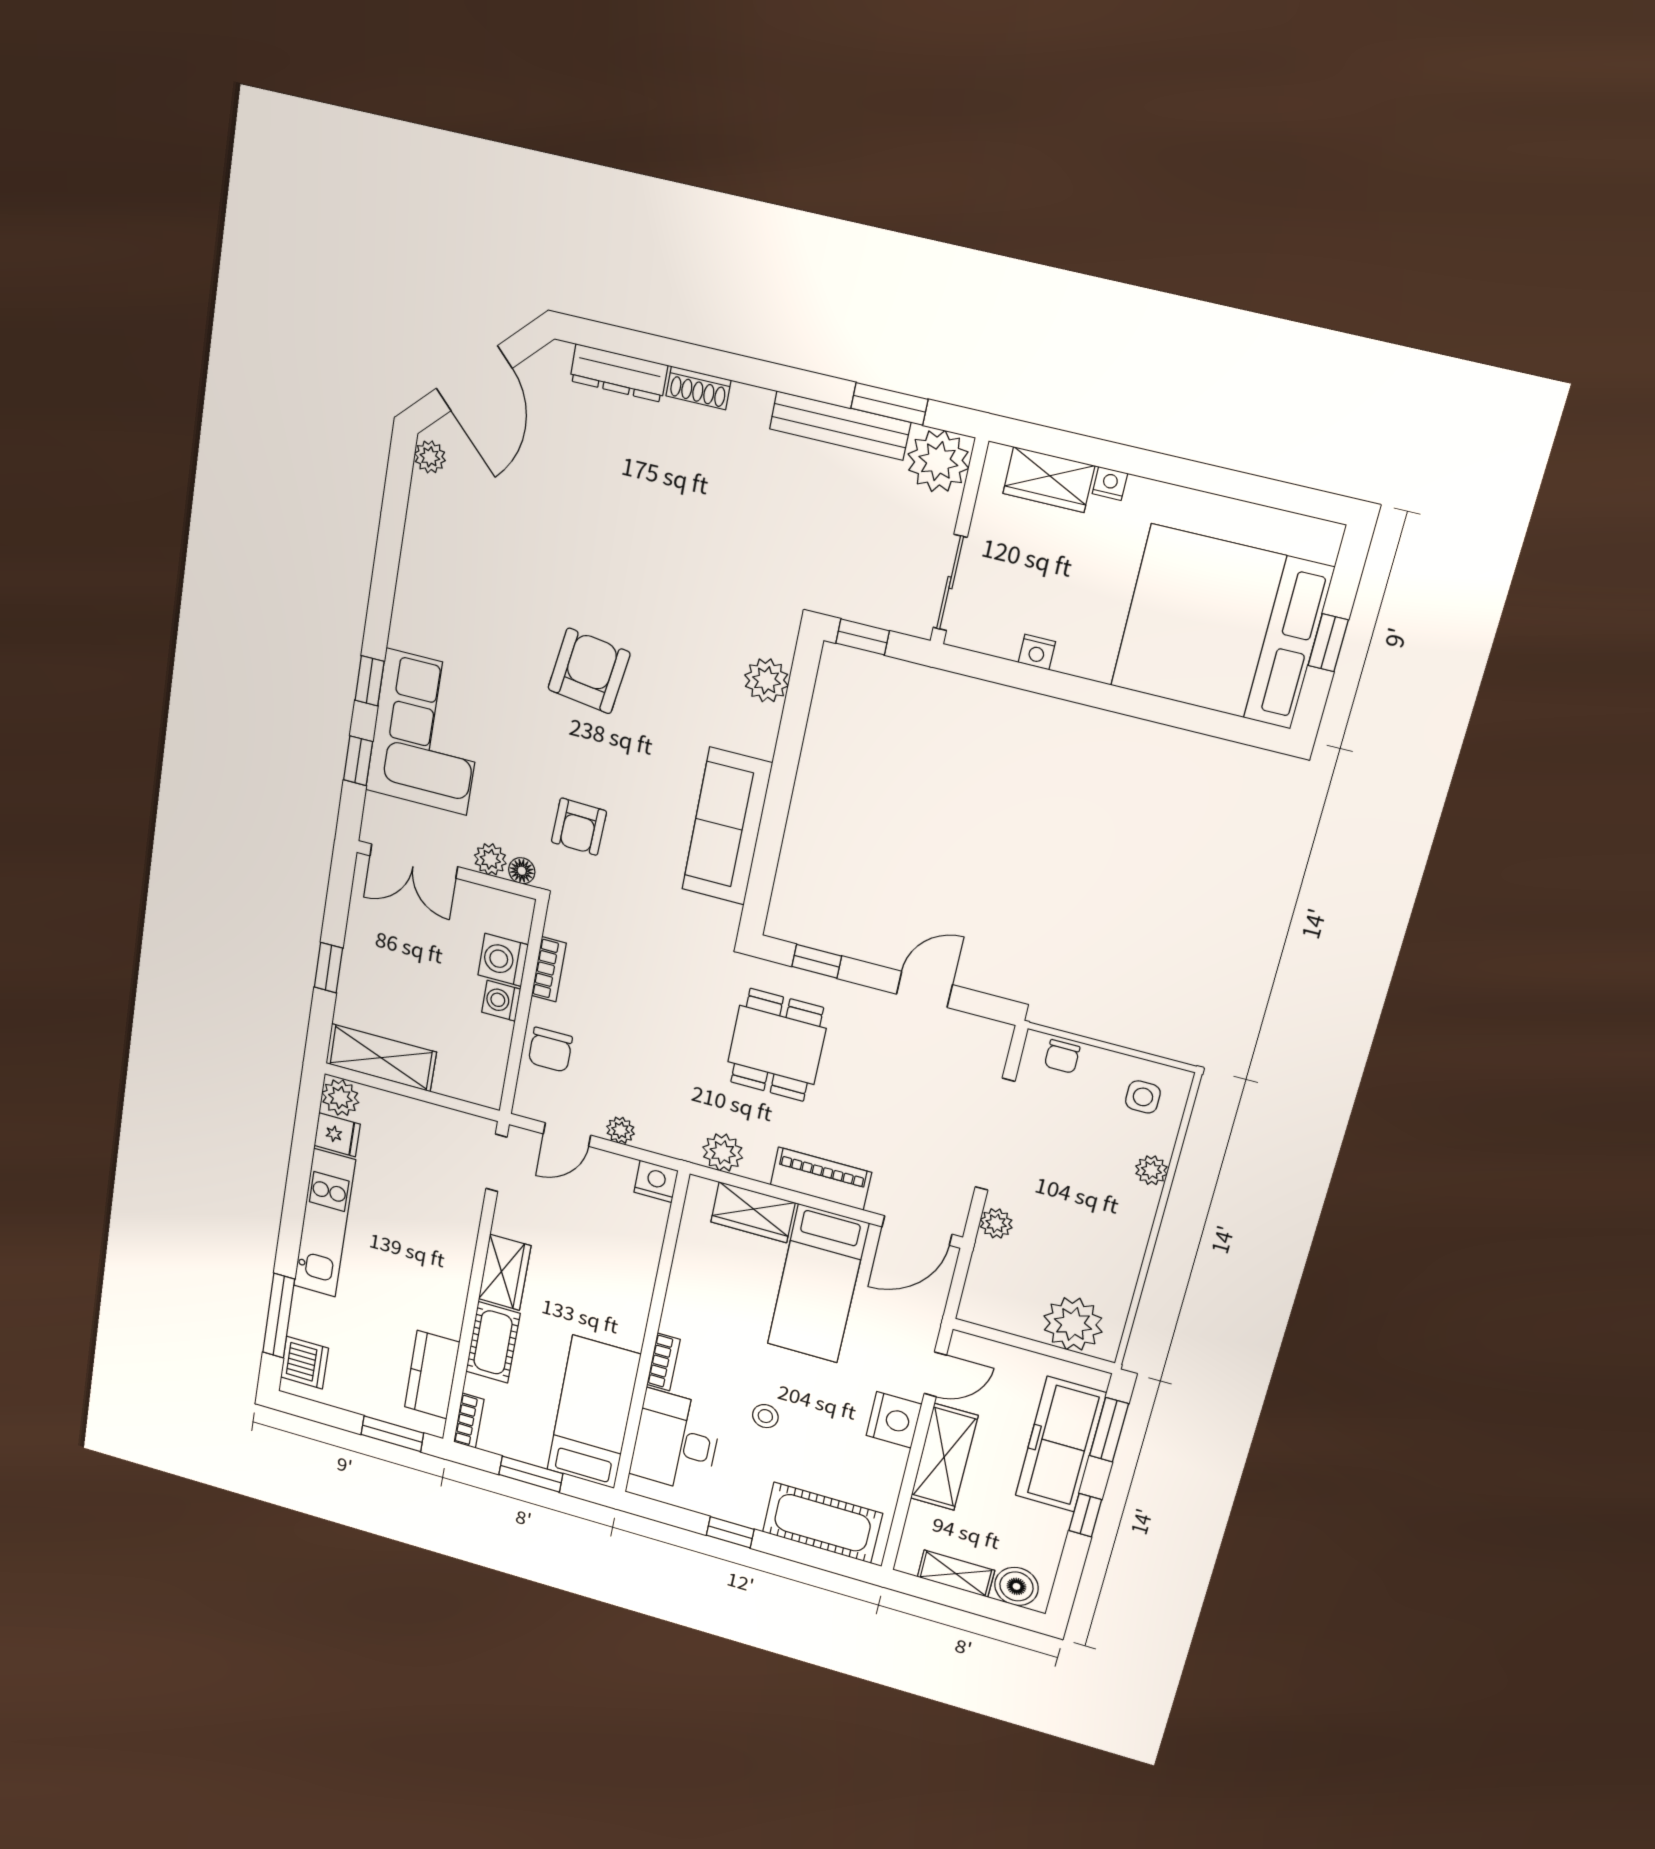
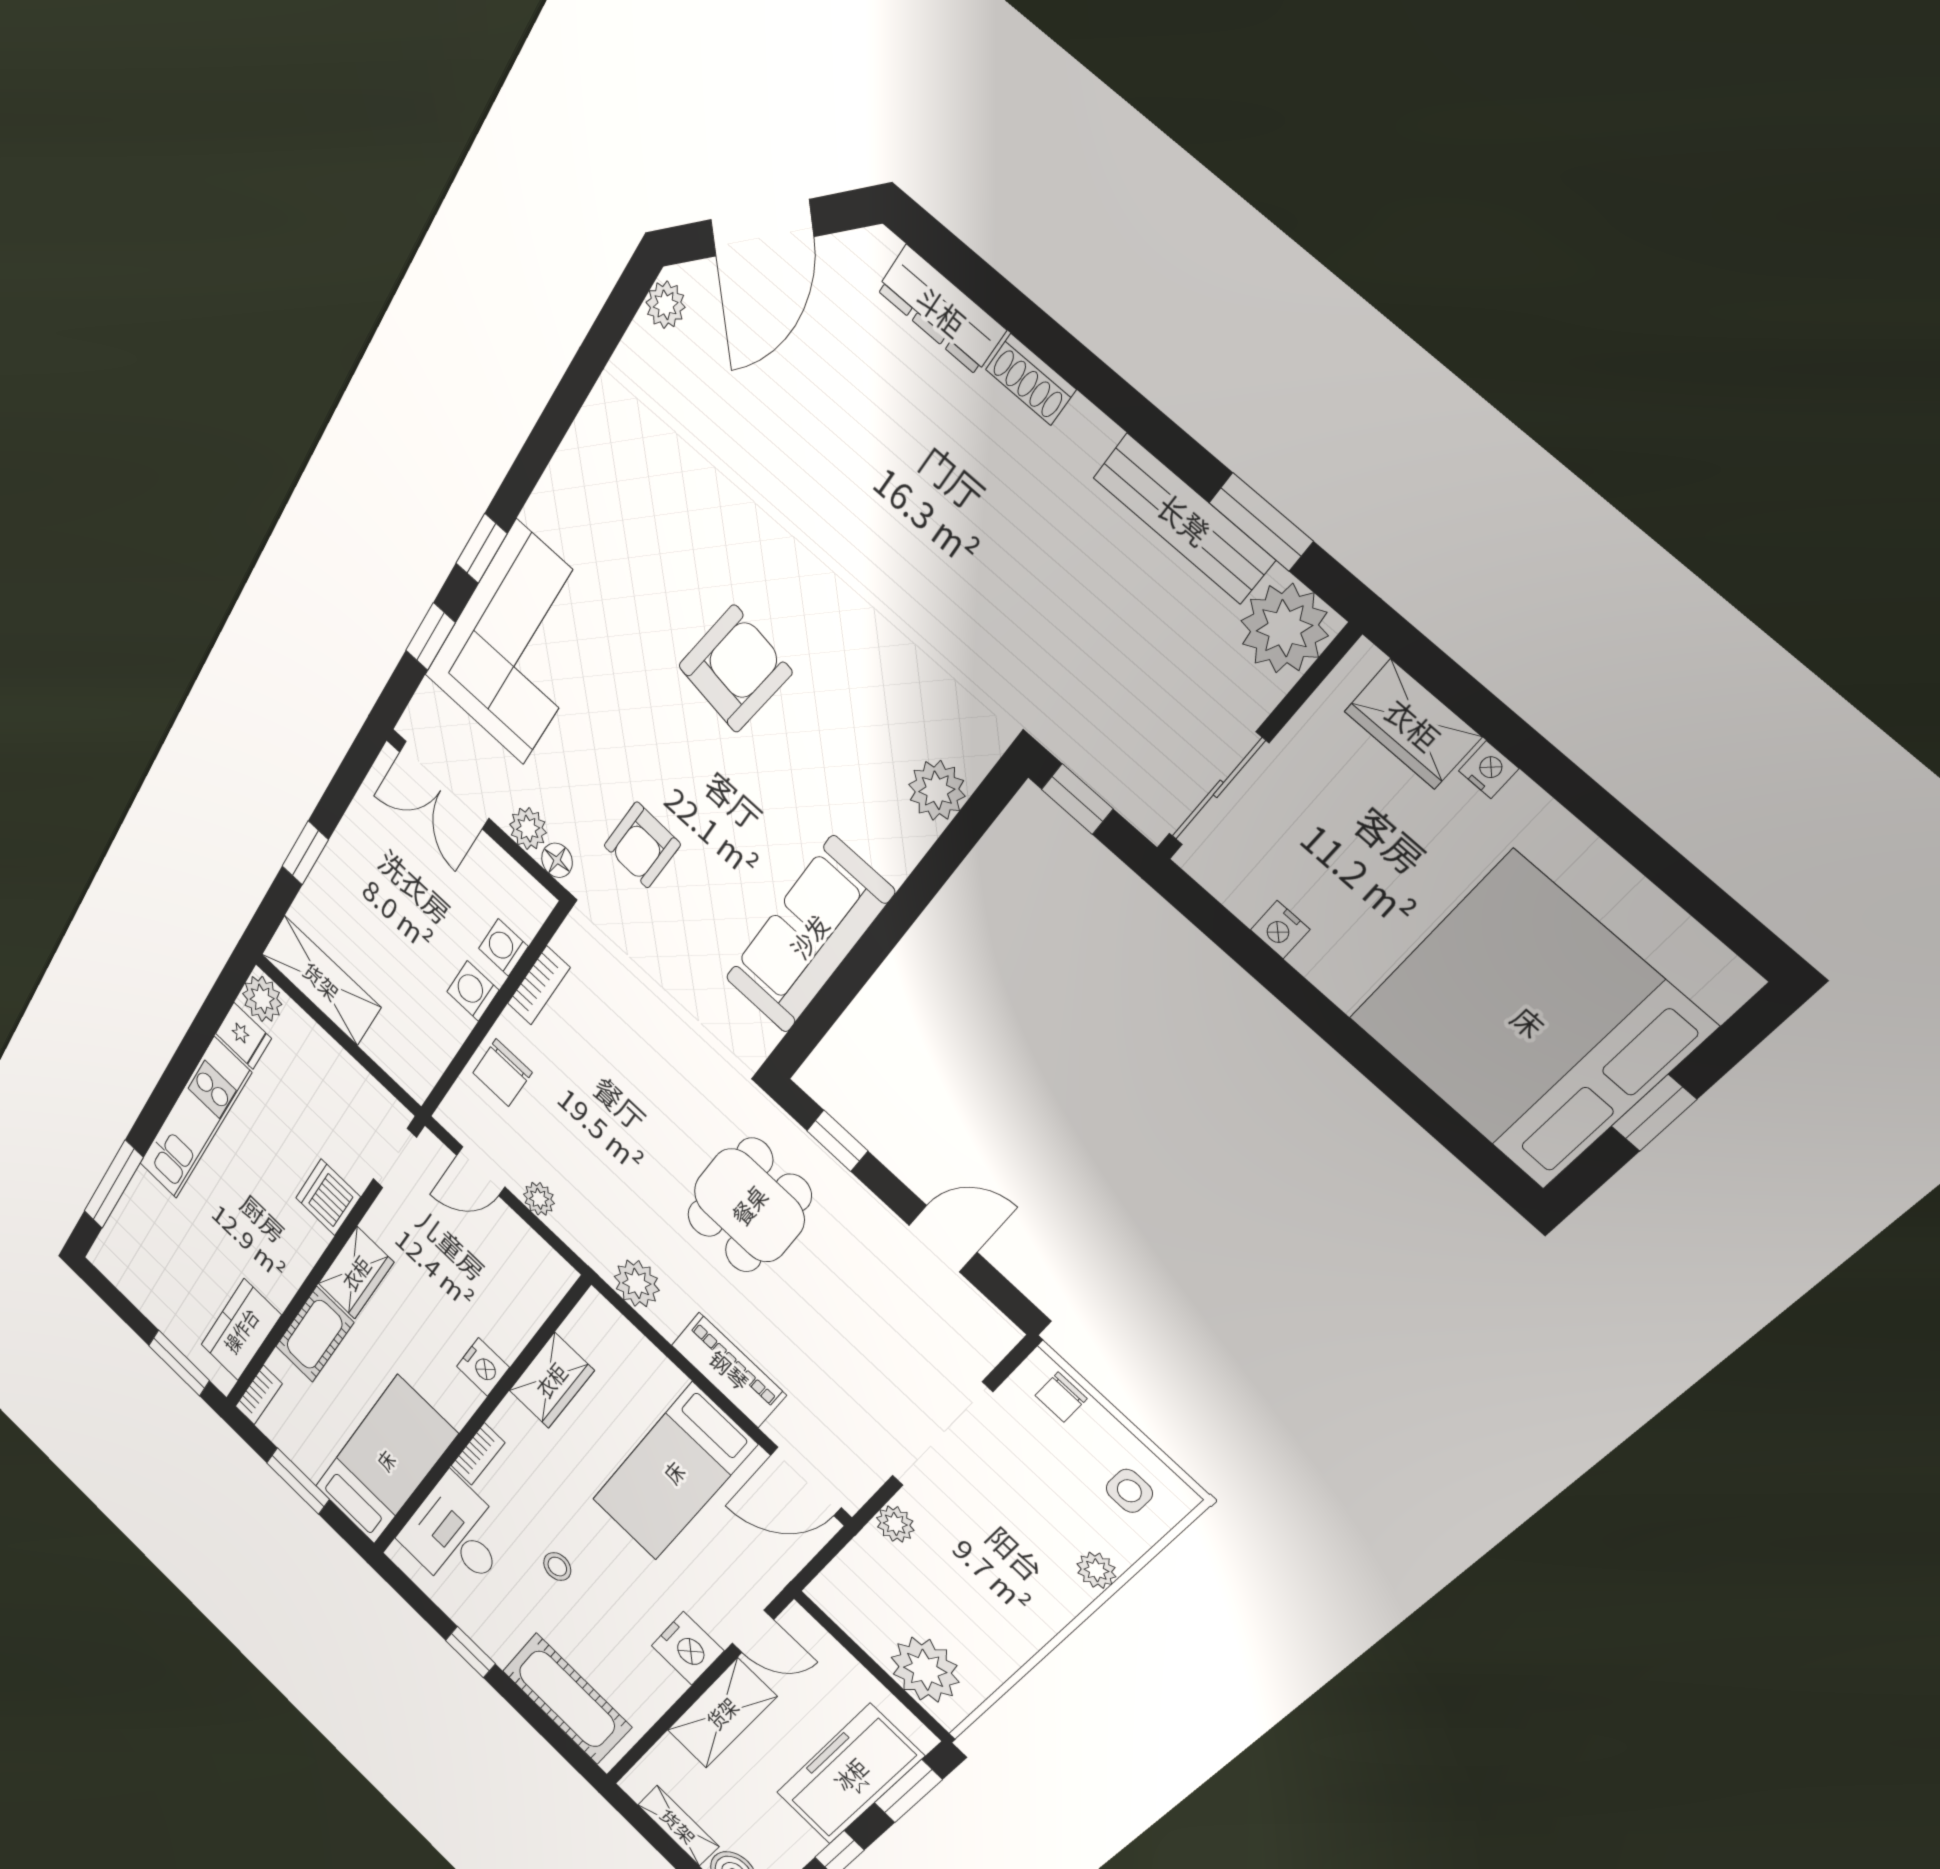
washing machine: (503, 960) -> (503, 947), width x0.73, depth x0.73
nightstand: (656, 1181) -> (483, 1367), moved, turned 90
wardrobe: (753, 1212) -> (551, 1380), moved, turned -90
dishwasher: (304, 1363) -> (328, 1197), moved, turned 180

